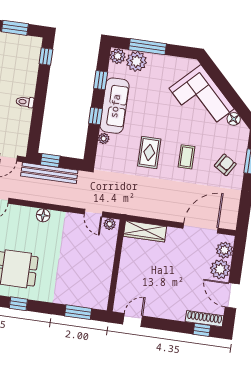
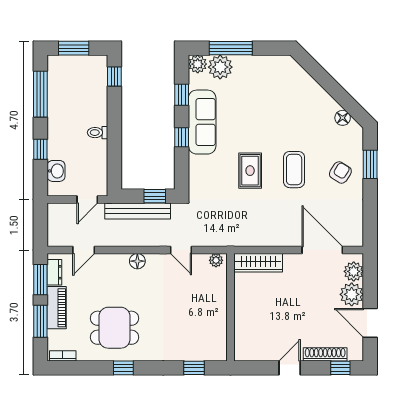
corner sofa: (202, 99) -> (302, 99), removed
plant: (104, 138) -> (195, 162), removed
coffee table: (186, 157) -> (294, 170), width x1.36, depth x1.30
window: (50, 160) -> (155, 196), moved
door: (93, 213) -> (181, 250), moved
door: (201, 228) -> (322, 250), hinge flipped
window: (78, 312) -> (194, 368), width x0.67
shoe rack: (204, 319) -> (325, 354), moved
door: (133, 320) -> (290, 368), moved

